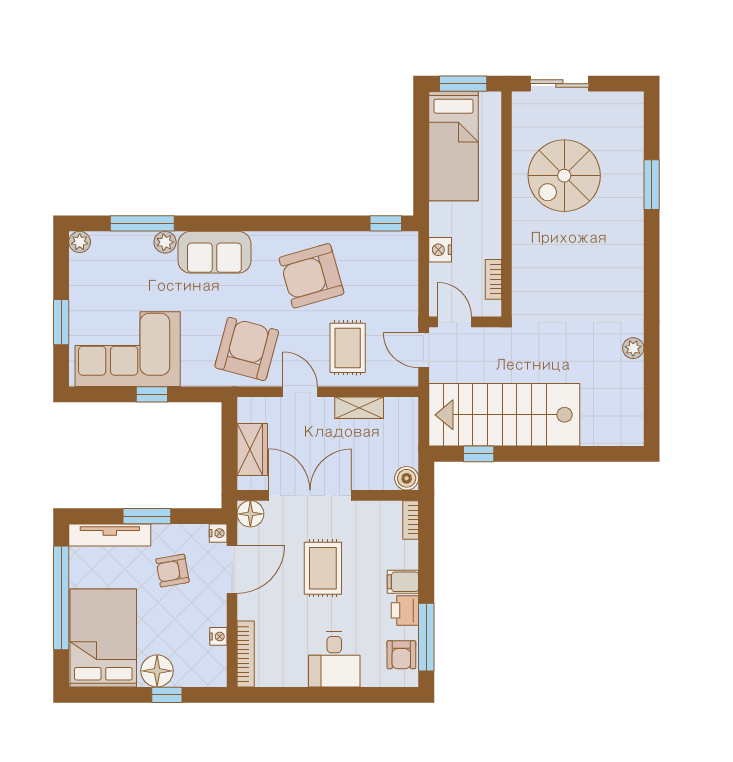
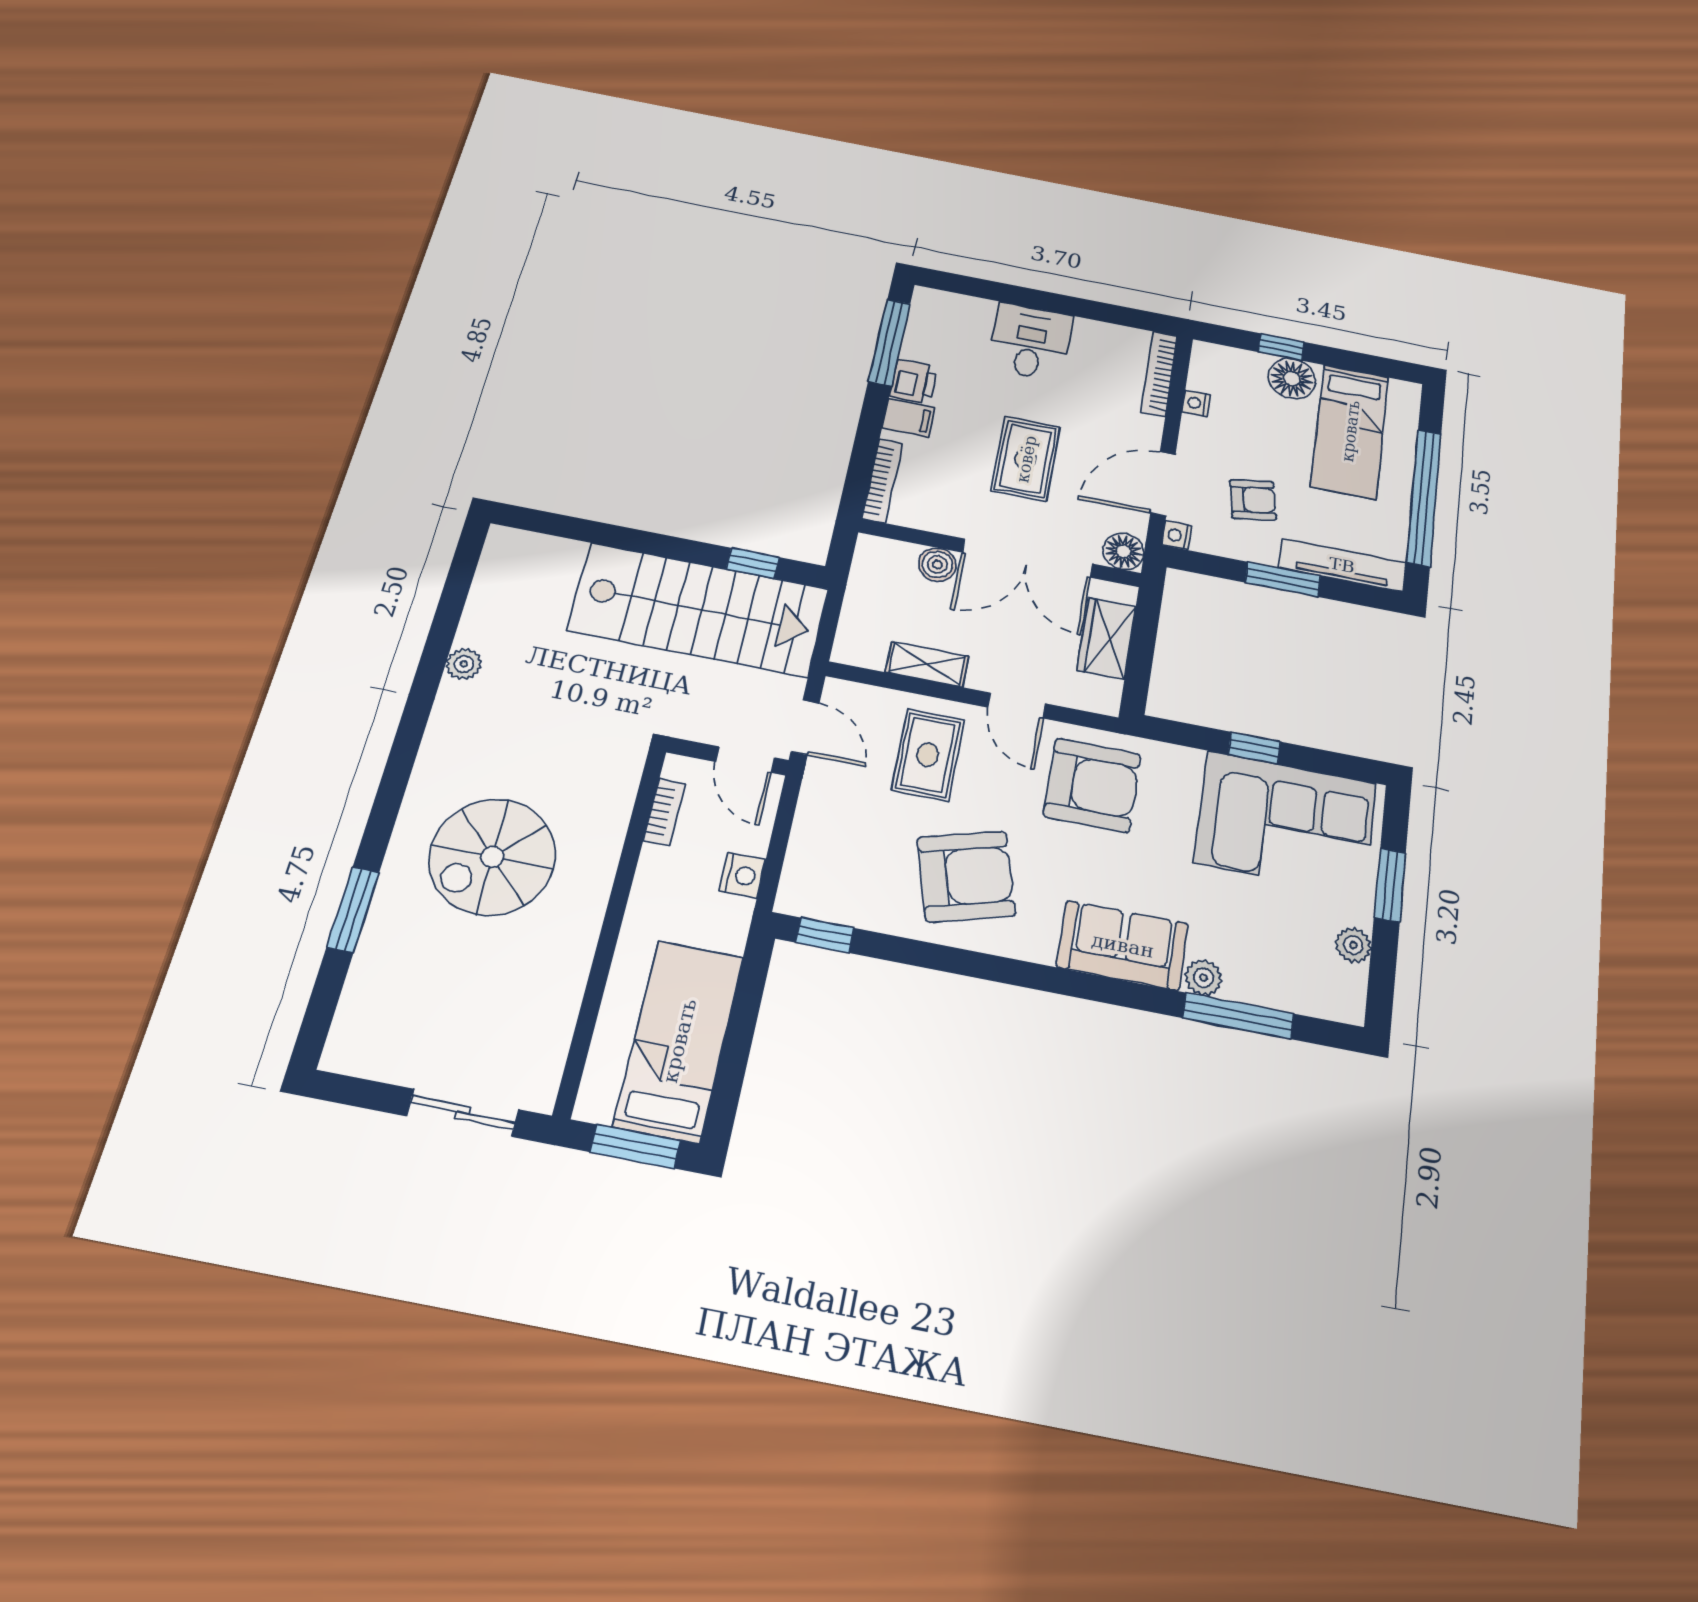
spiral stairs: (564, 176) -> (492, 857), moved, turned 180
plant: (80, 242) -> (1353, 945), moved
armchair: (247, 349) -> (1092, 785), turned -105
boiler: (407, 478) -> (937, 565), moved
bookcase: (411, 520) -> (882, 481), width x1.56
bed: (103, 638) -> (1350, 431), width x0.67
armchair: (401, 655) -> (931, 328), removed

